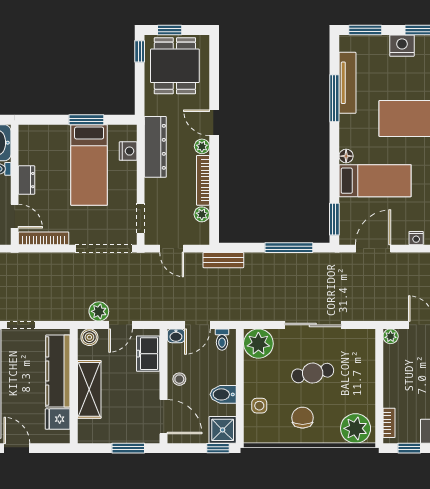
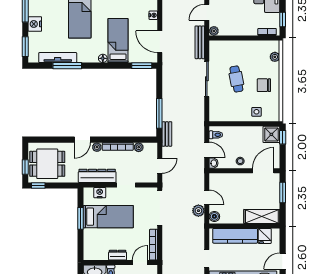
doorway: (141, 218) -> (126, 185), moved
window: (289, 248) -> (159, 113), moved
bench: (372, 314) -> (200, 42), added
plant: (258, 344) -> (218, 112), removed
freezer: (148, 354) -> (224, 180), removed
shelving: (89, 389) -> (262, 217), moved
bidet: (223, 394) -> (250, 134), removed
plant: (356, 428) -> (275, 57), width x0.53, depth x0.53

